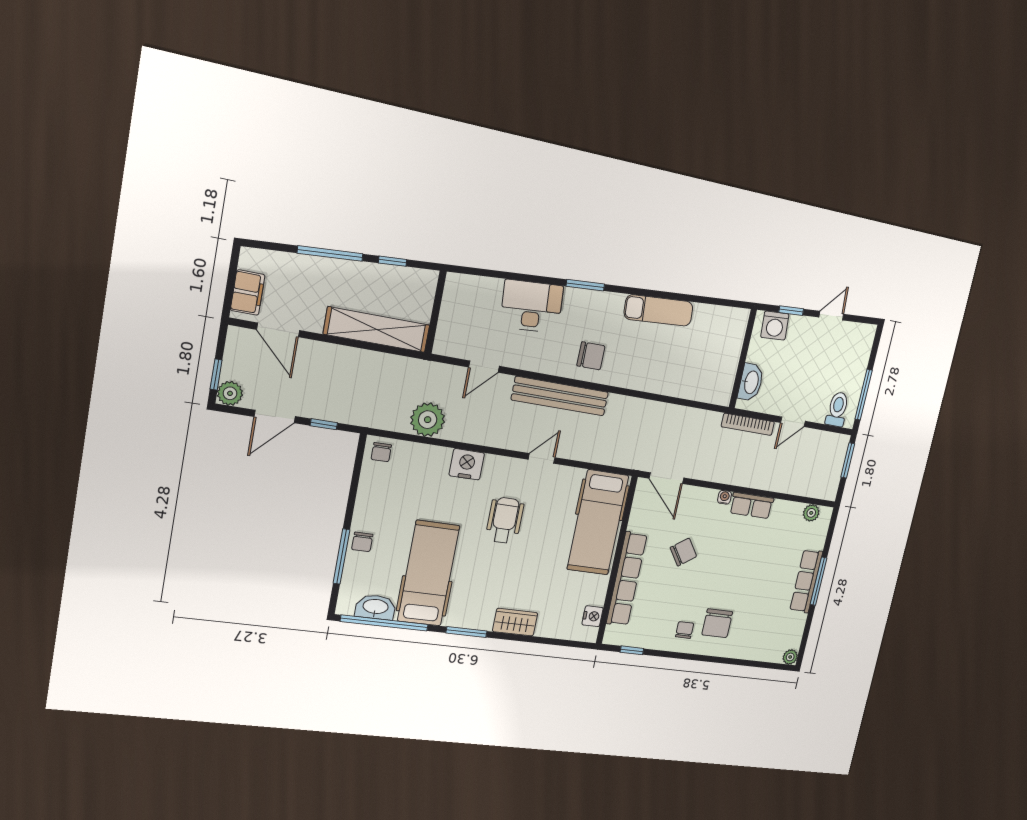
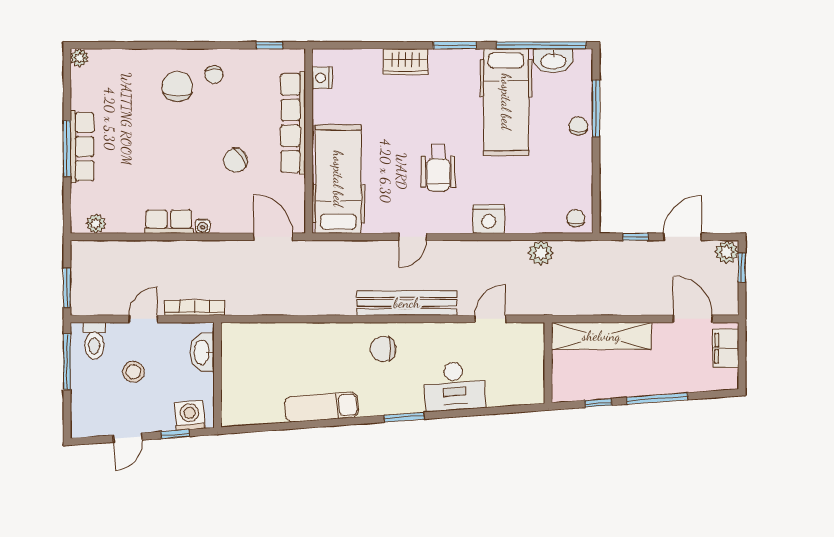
stool: (812, 375) -> (134, 372), added
plant: (428, 420) -> (541, 253), width x0.73, depth x0.73

